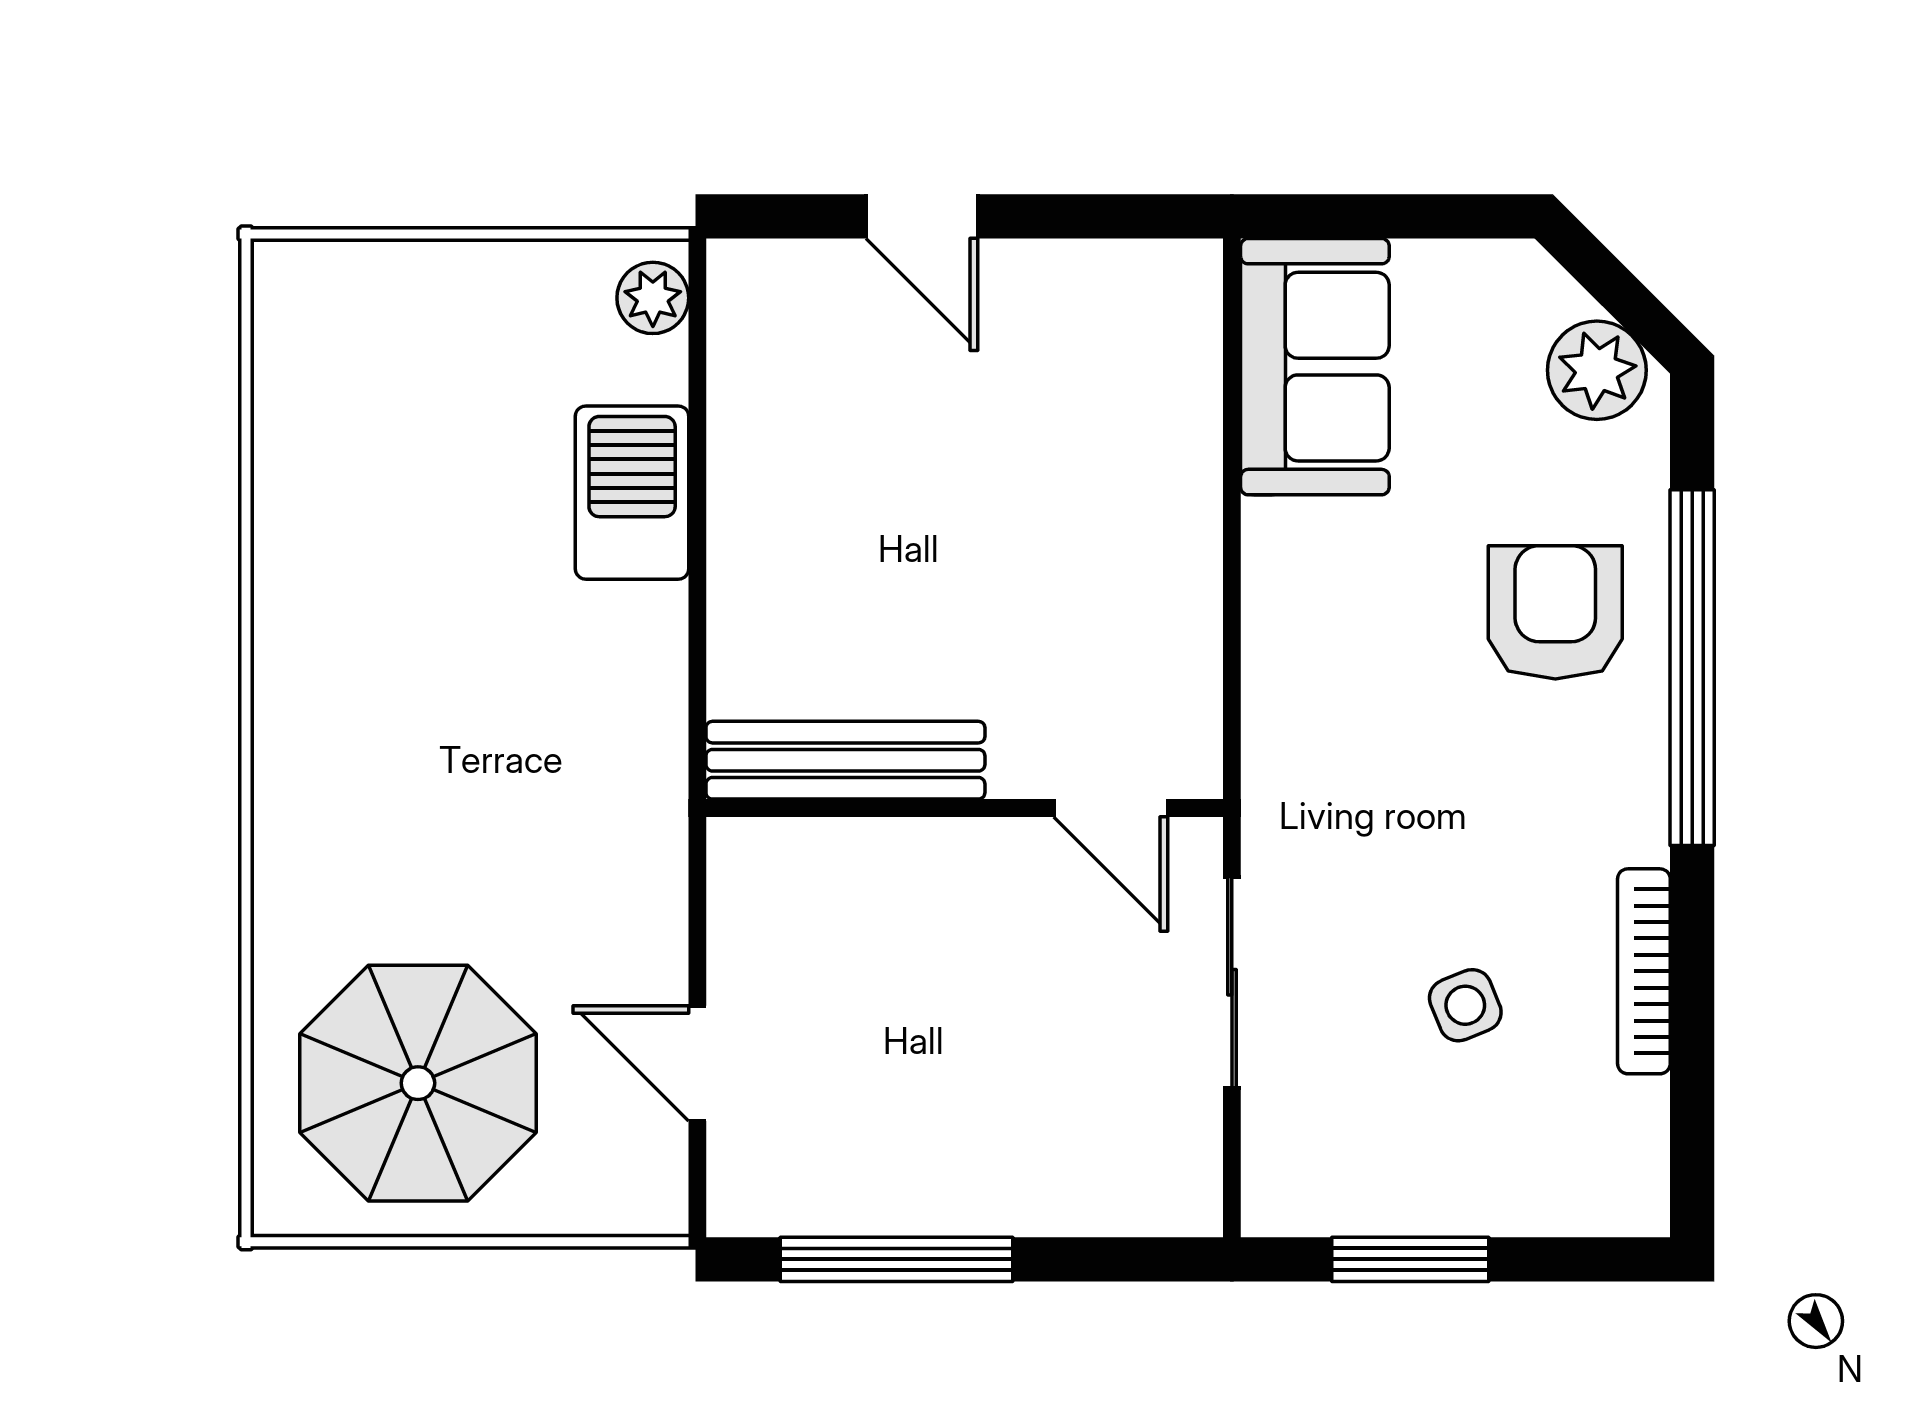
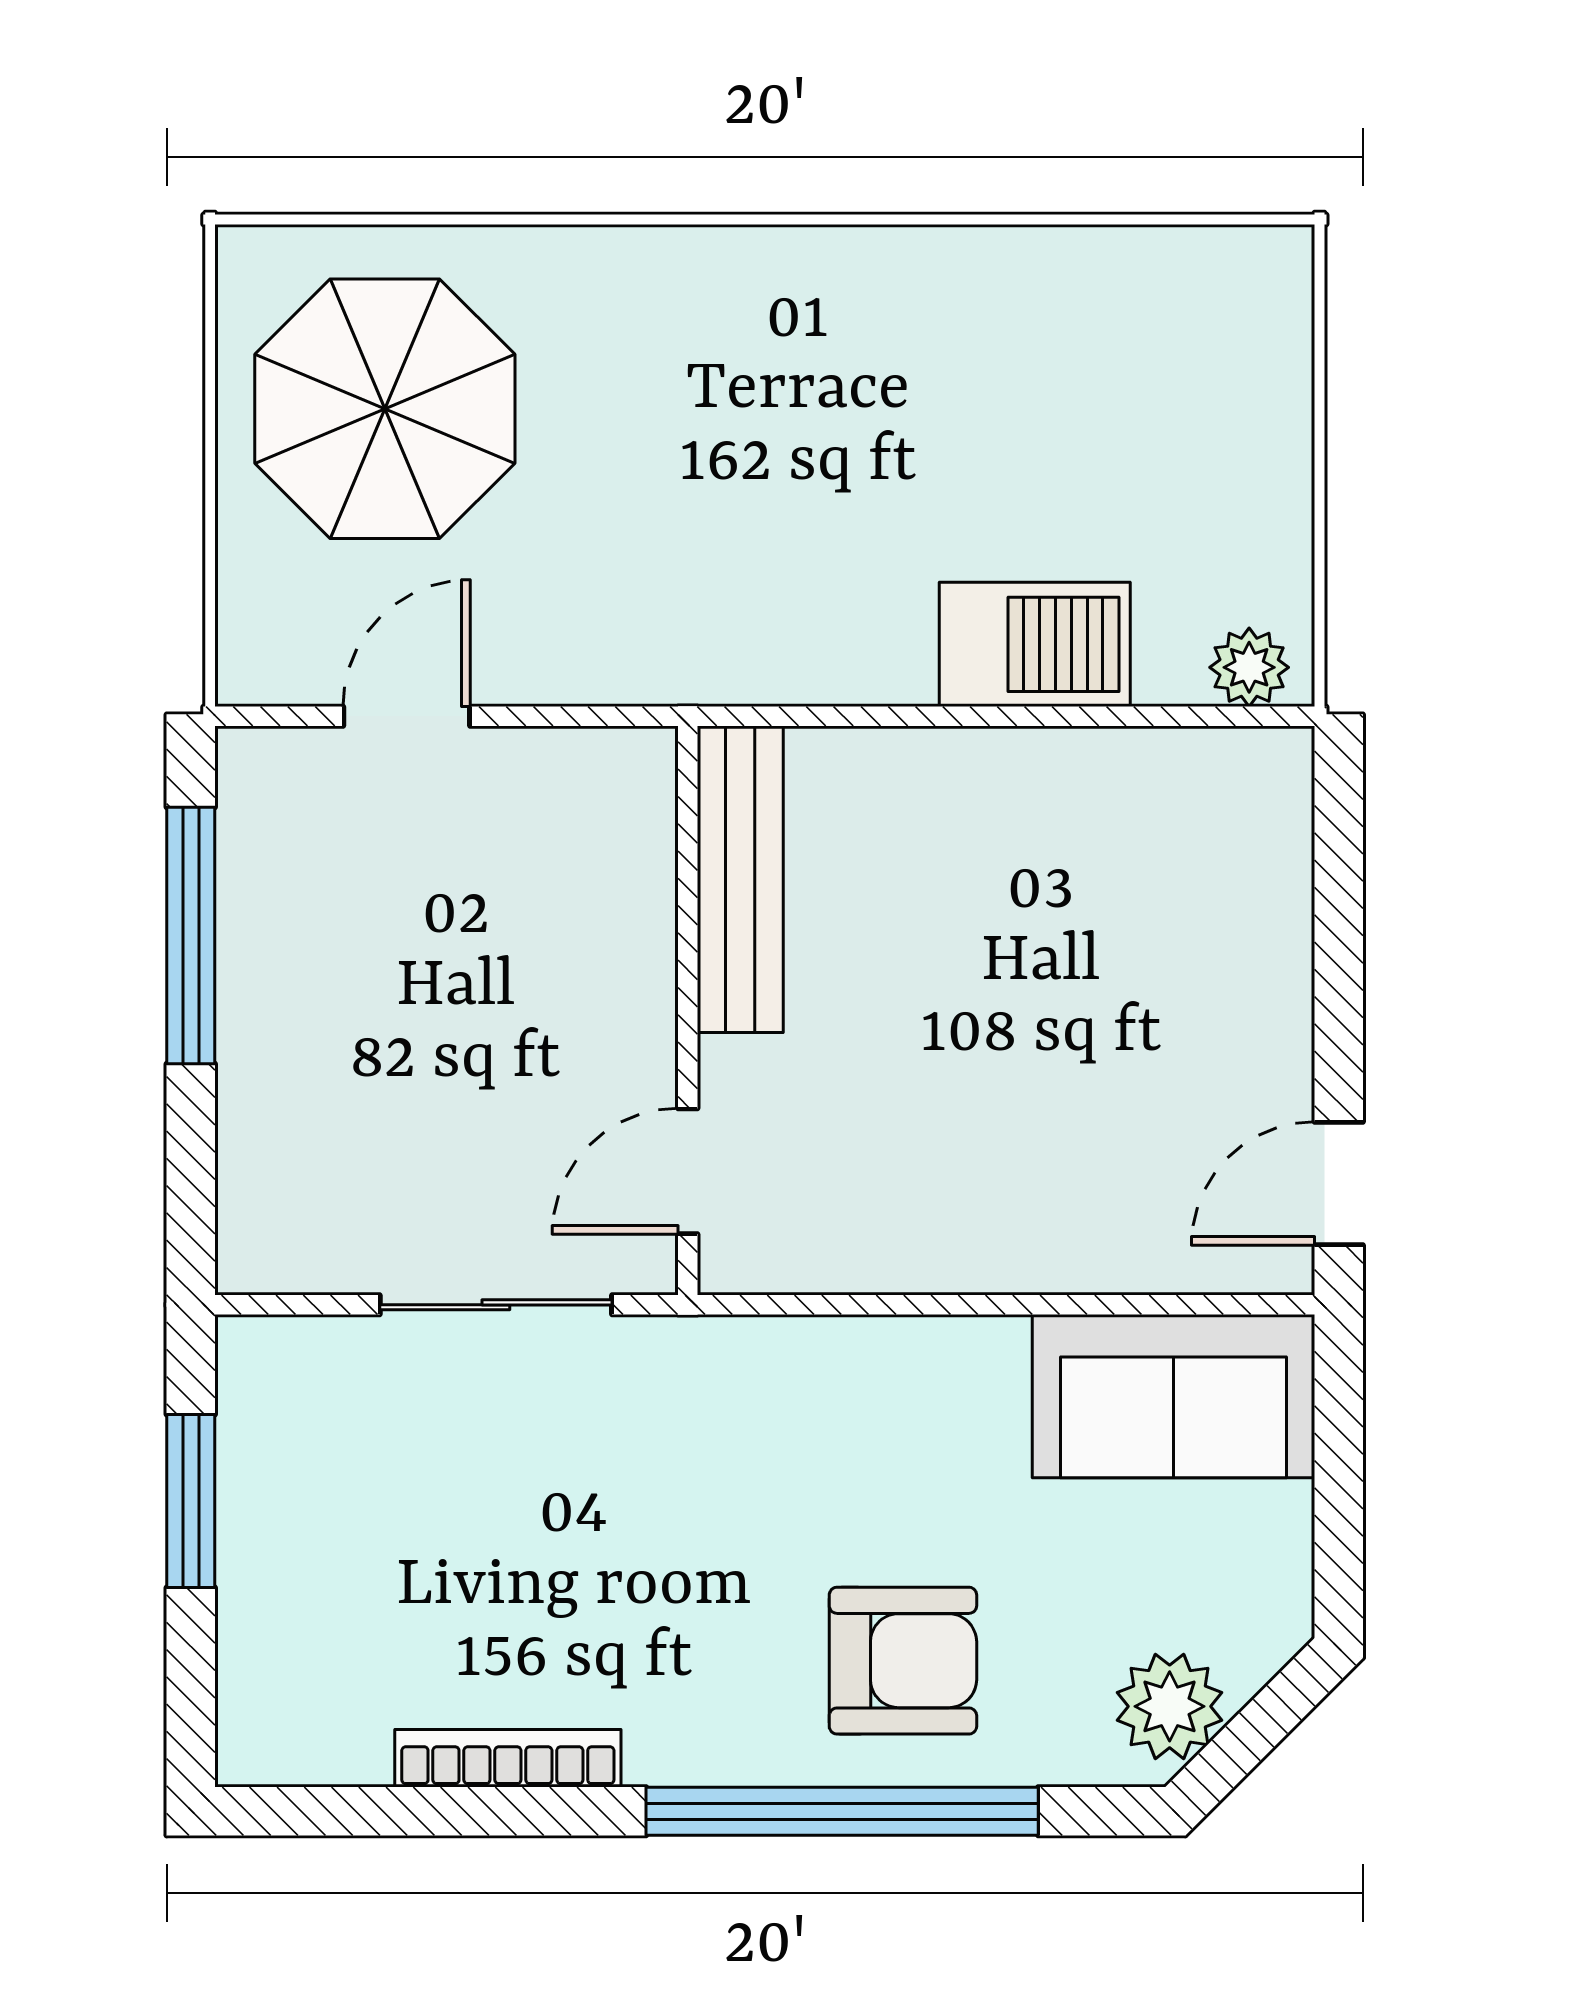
door: (922, 216) -> (1339, 1184), moved
side table: (1465, 1005) -> (471, 1562), removed

